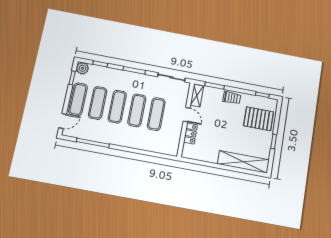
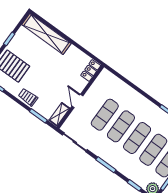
locker: (190, 133) -> (91, 70), moved

